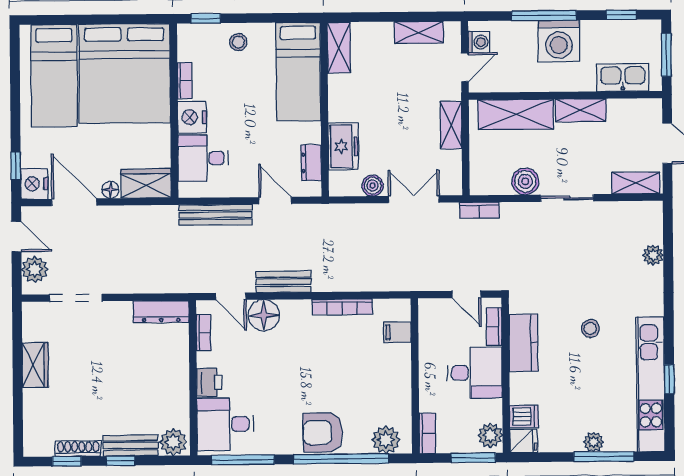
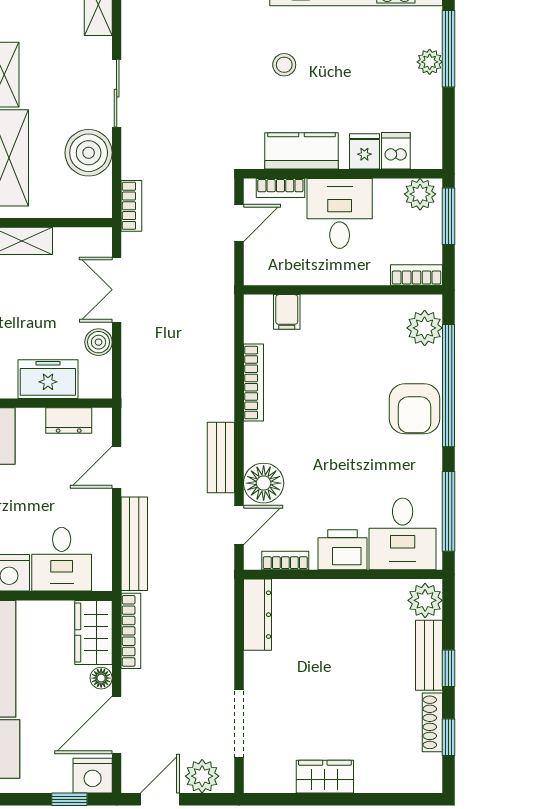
boiler: (525, 181) -> (89, 153), width x1.37, depth x1.37
bookcase: (148, 213) -> (131, 631), added
printer: (209, 382) -> (342, 550), width x1.36, depth x1.24
fridge: (524, 441) -> (364, 151), moved

